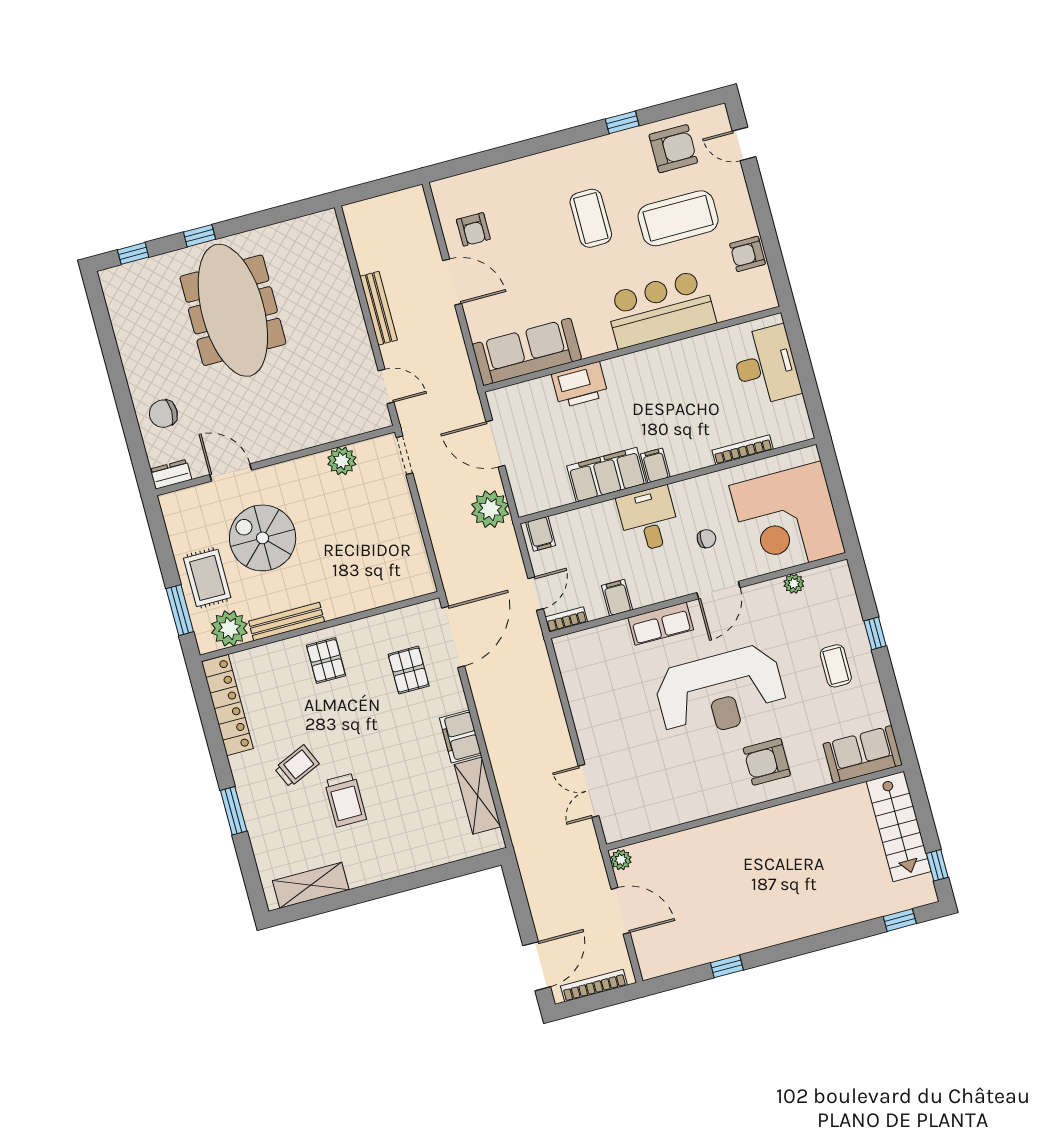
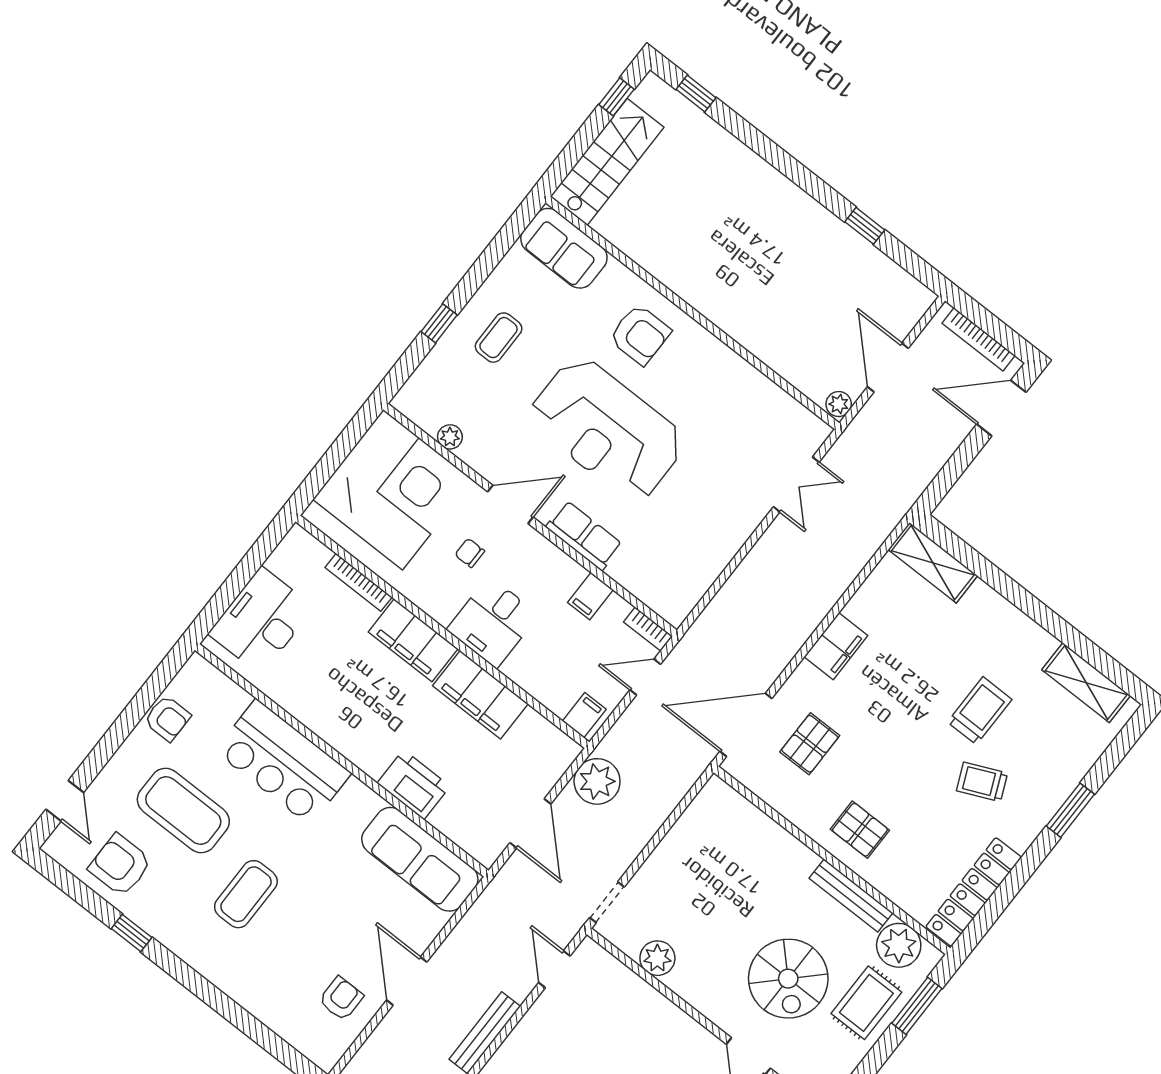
filing cabinet: (655, 465) -> (413, 640), width x3.00, depth x1.17
pallet: (326, 660) -> (860, 830), turned 90
reception desk: (720, 692) -> (607, 429), turned 180
shelving: (478, 796) -> (933, 563), moved, turned 90

